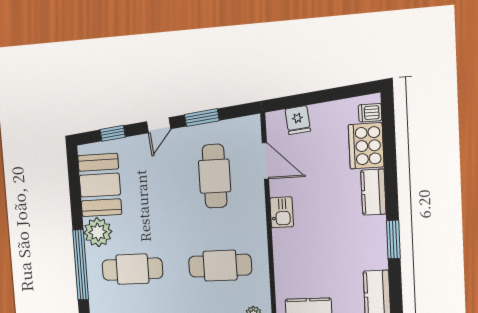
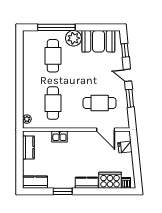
door: (265, 161) -> (106, 130), hinge flipped
kitchen sink: (282, 212) -> (59, 136), moved

